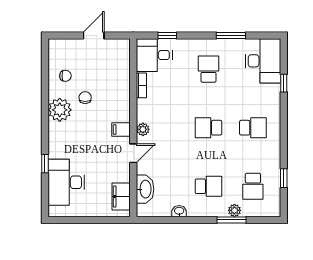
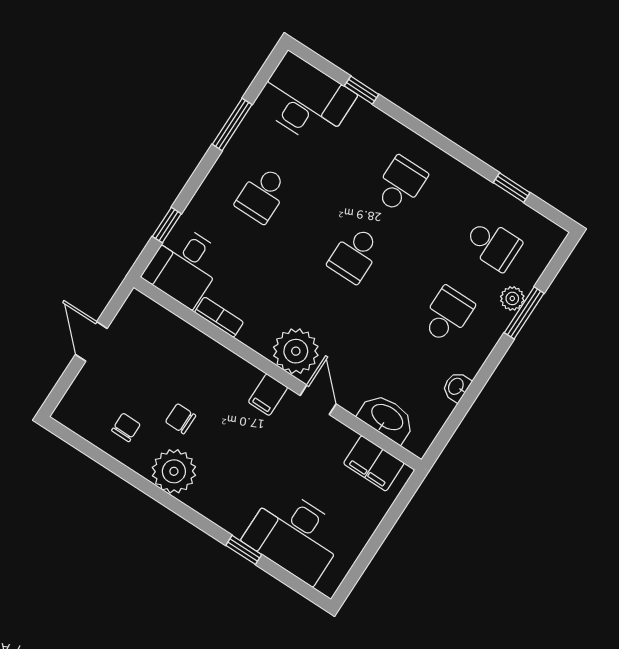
school desk: (208, 69) -> (262, 195), turned -90
plant: (143, 129) -> (296, 351), width x1.88, depth x1.88

